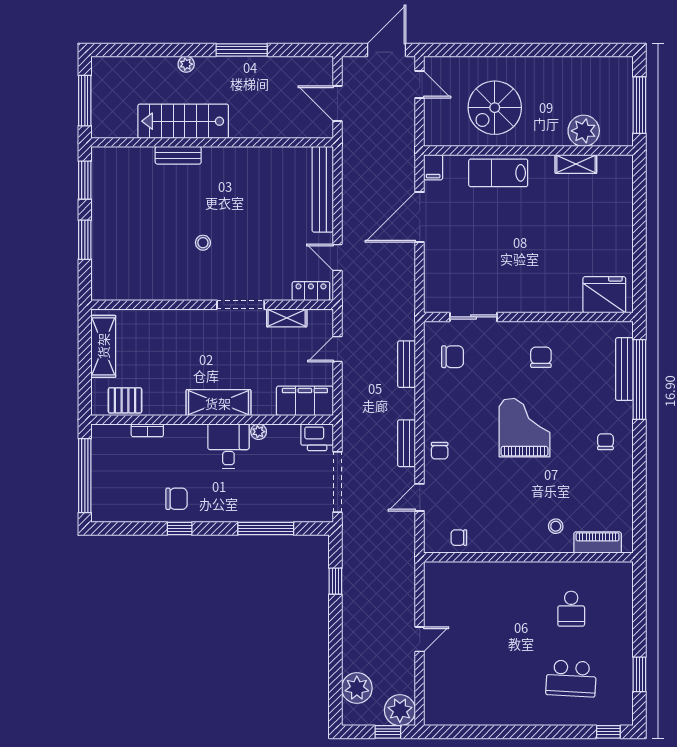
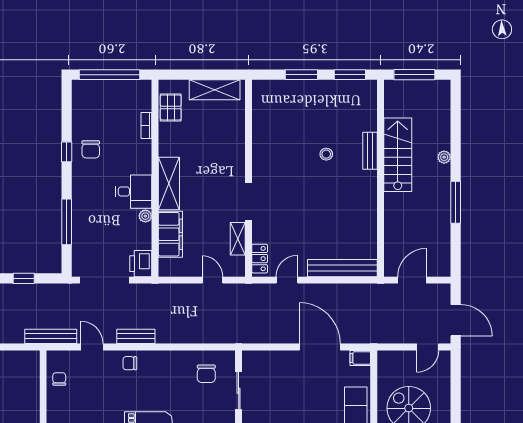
stool: (203, 243) -> (326, 154), moved
bench: (407, 364) -> (51, 336), moved, width x1.36
filing cabinet: (305, 401) -> (170, 234), moved

